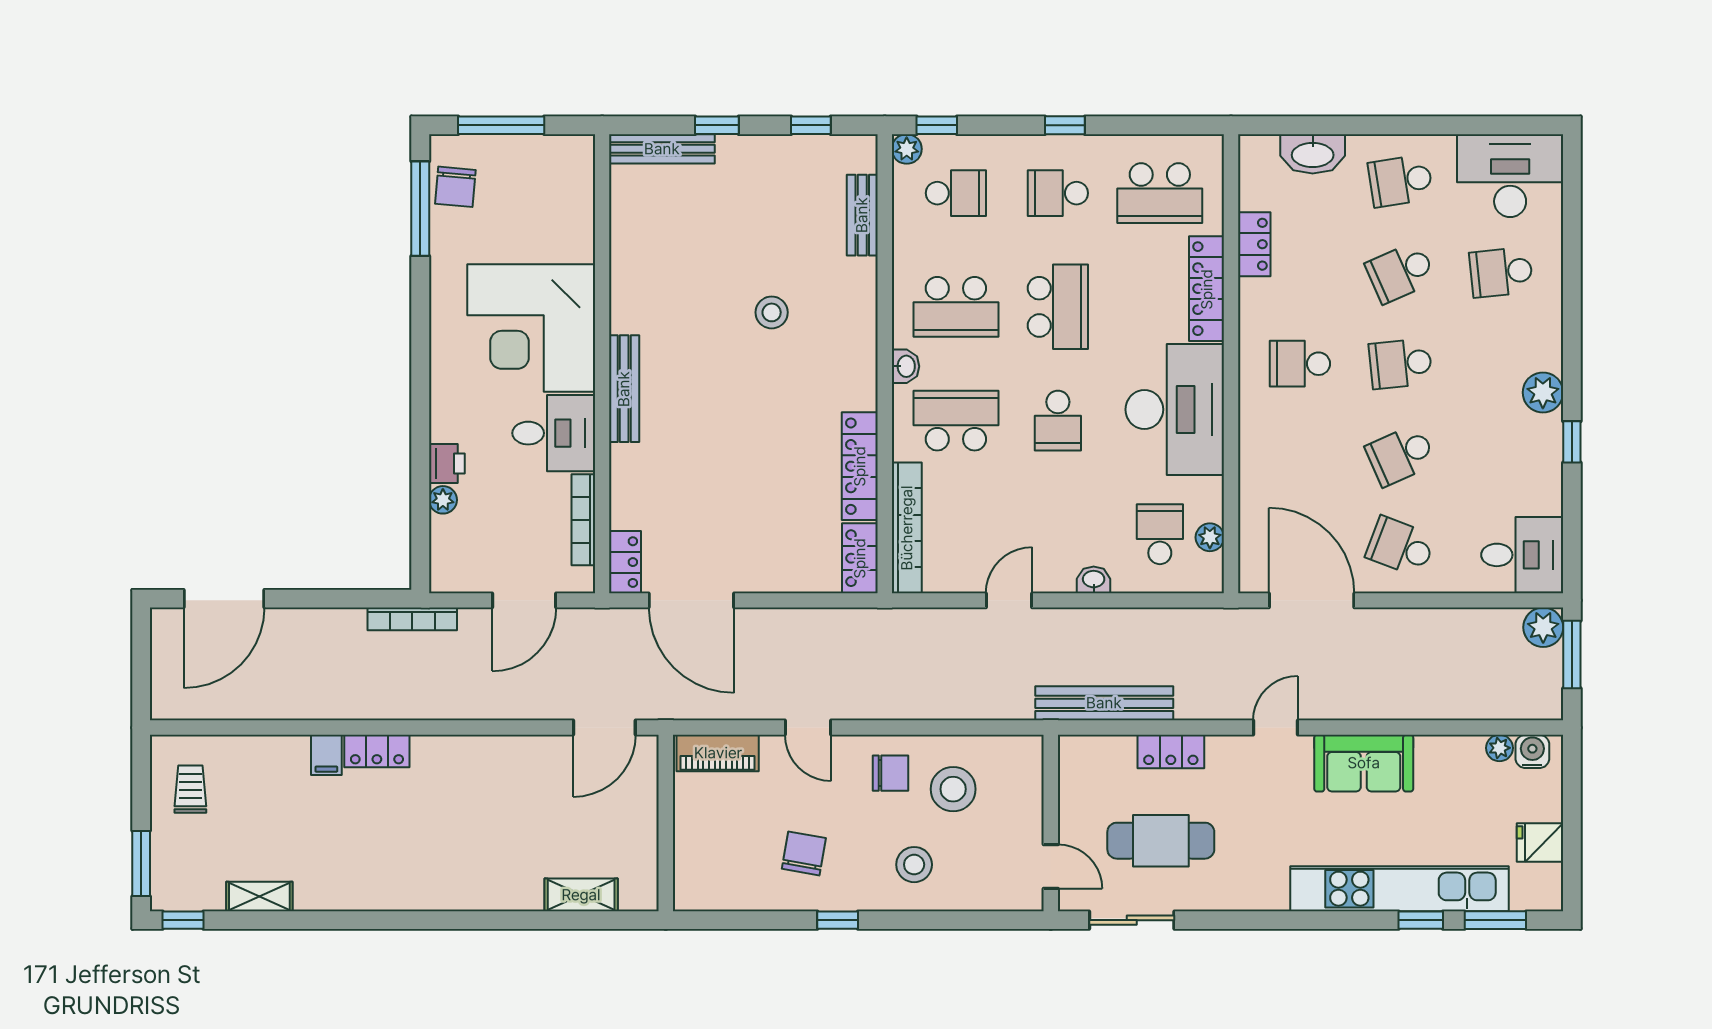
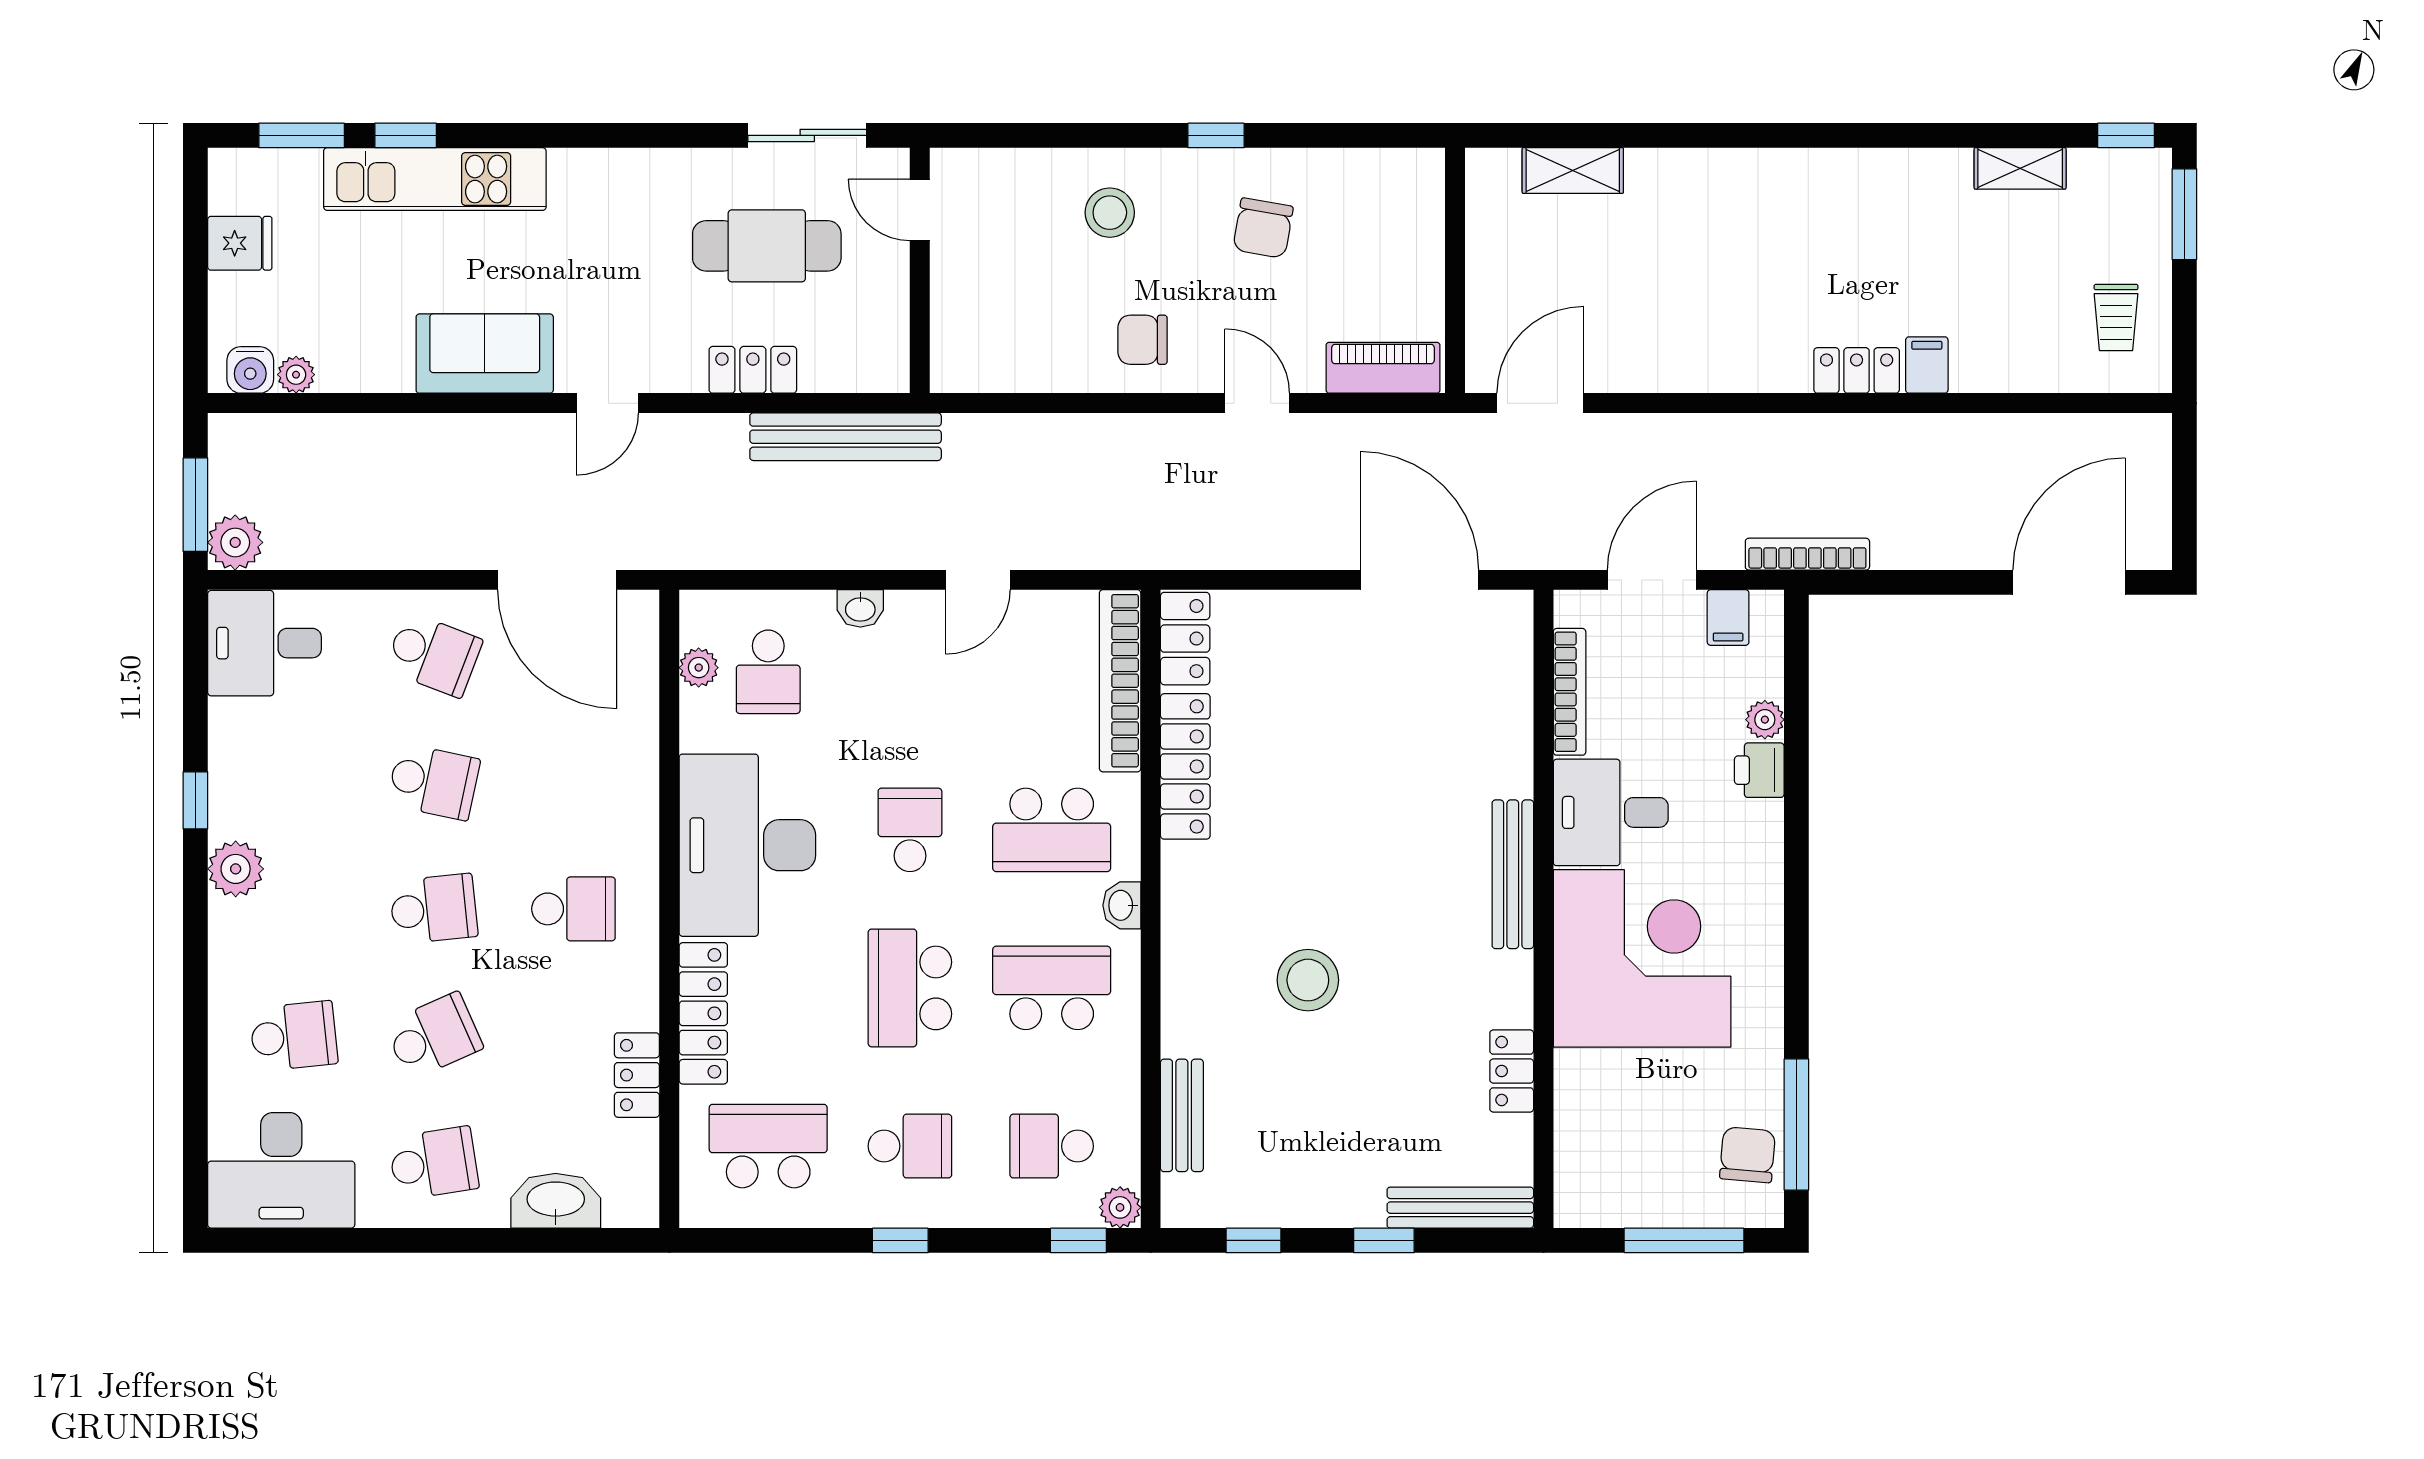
stool: (772, 312) -> (1308, 980), width x1.38, depth x1.38
school desk: (1401, 455) -> (434, 782), turned 36
locker: (625, 562) -> (1512, 1071), moved
filing cabinet: (469, 573) -> (1728, 618), added
stool: (953, 789) -> (1056, 317), removed
kitchen unit: (1400, 889) -> (435, 179), width x0.73

